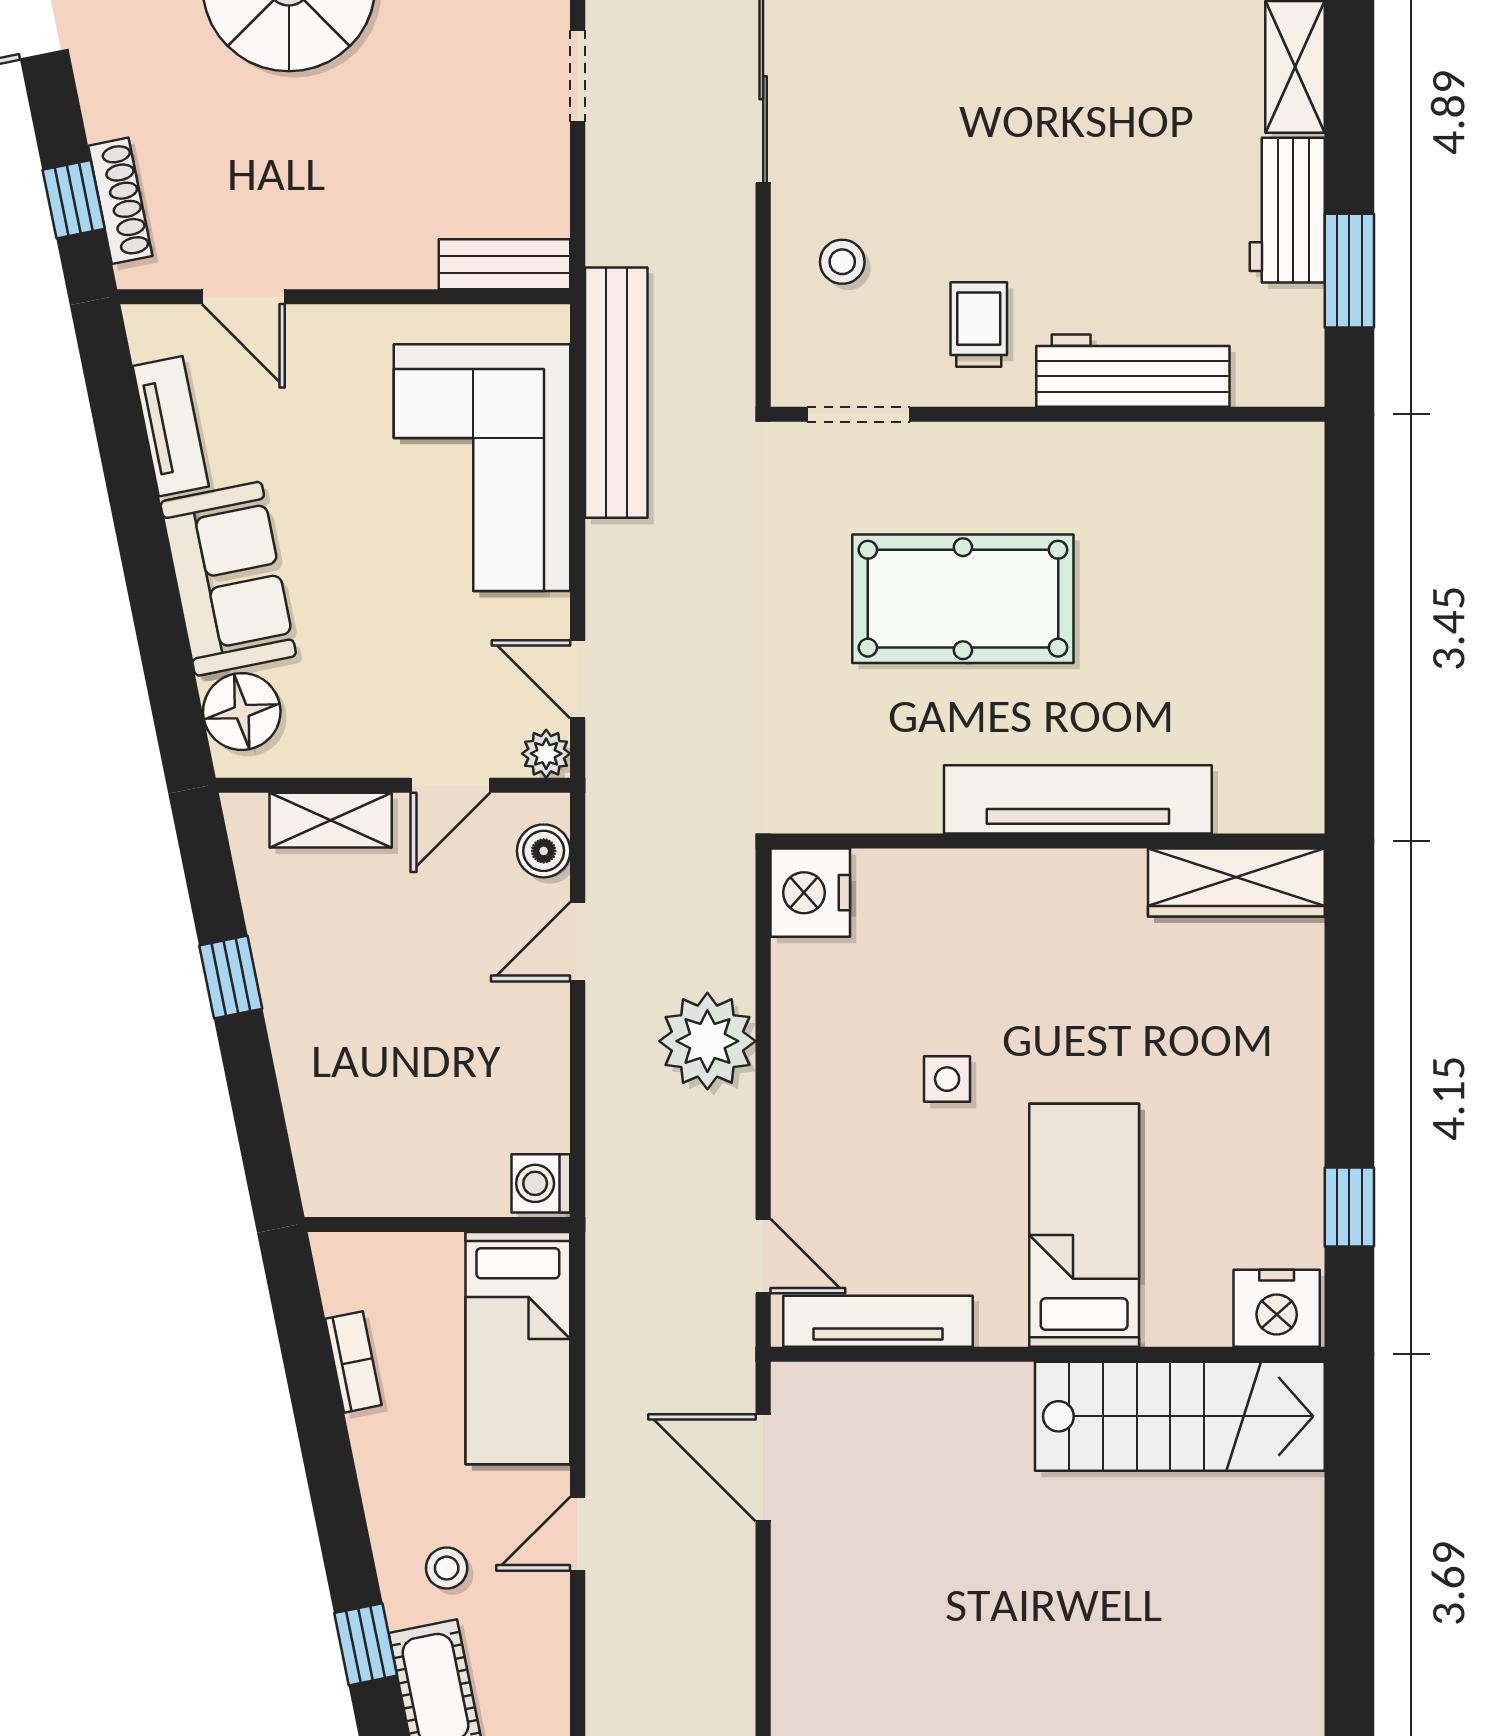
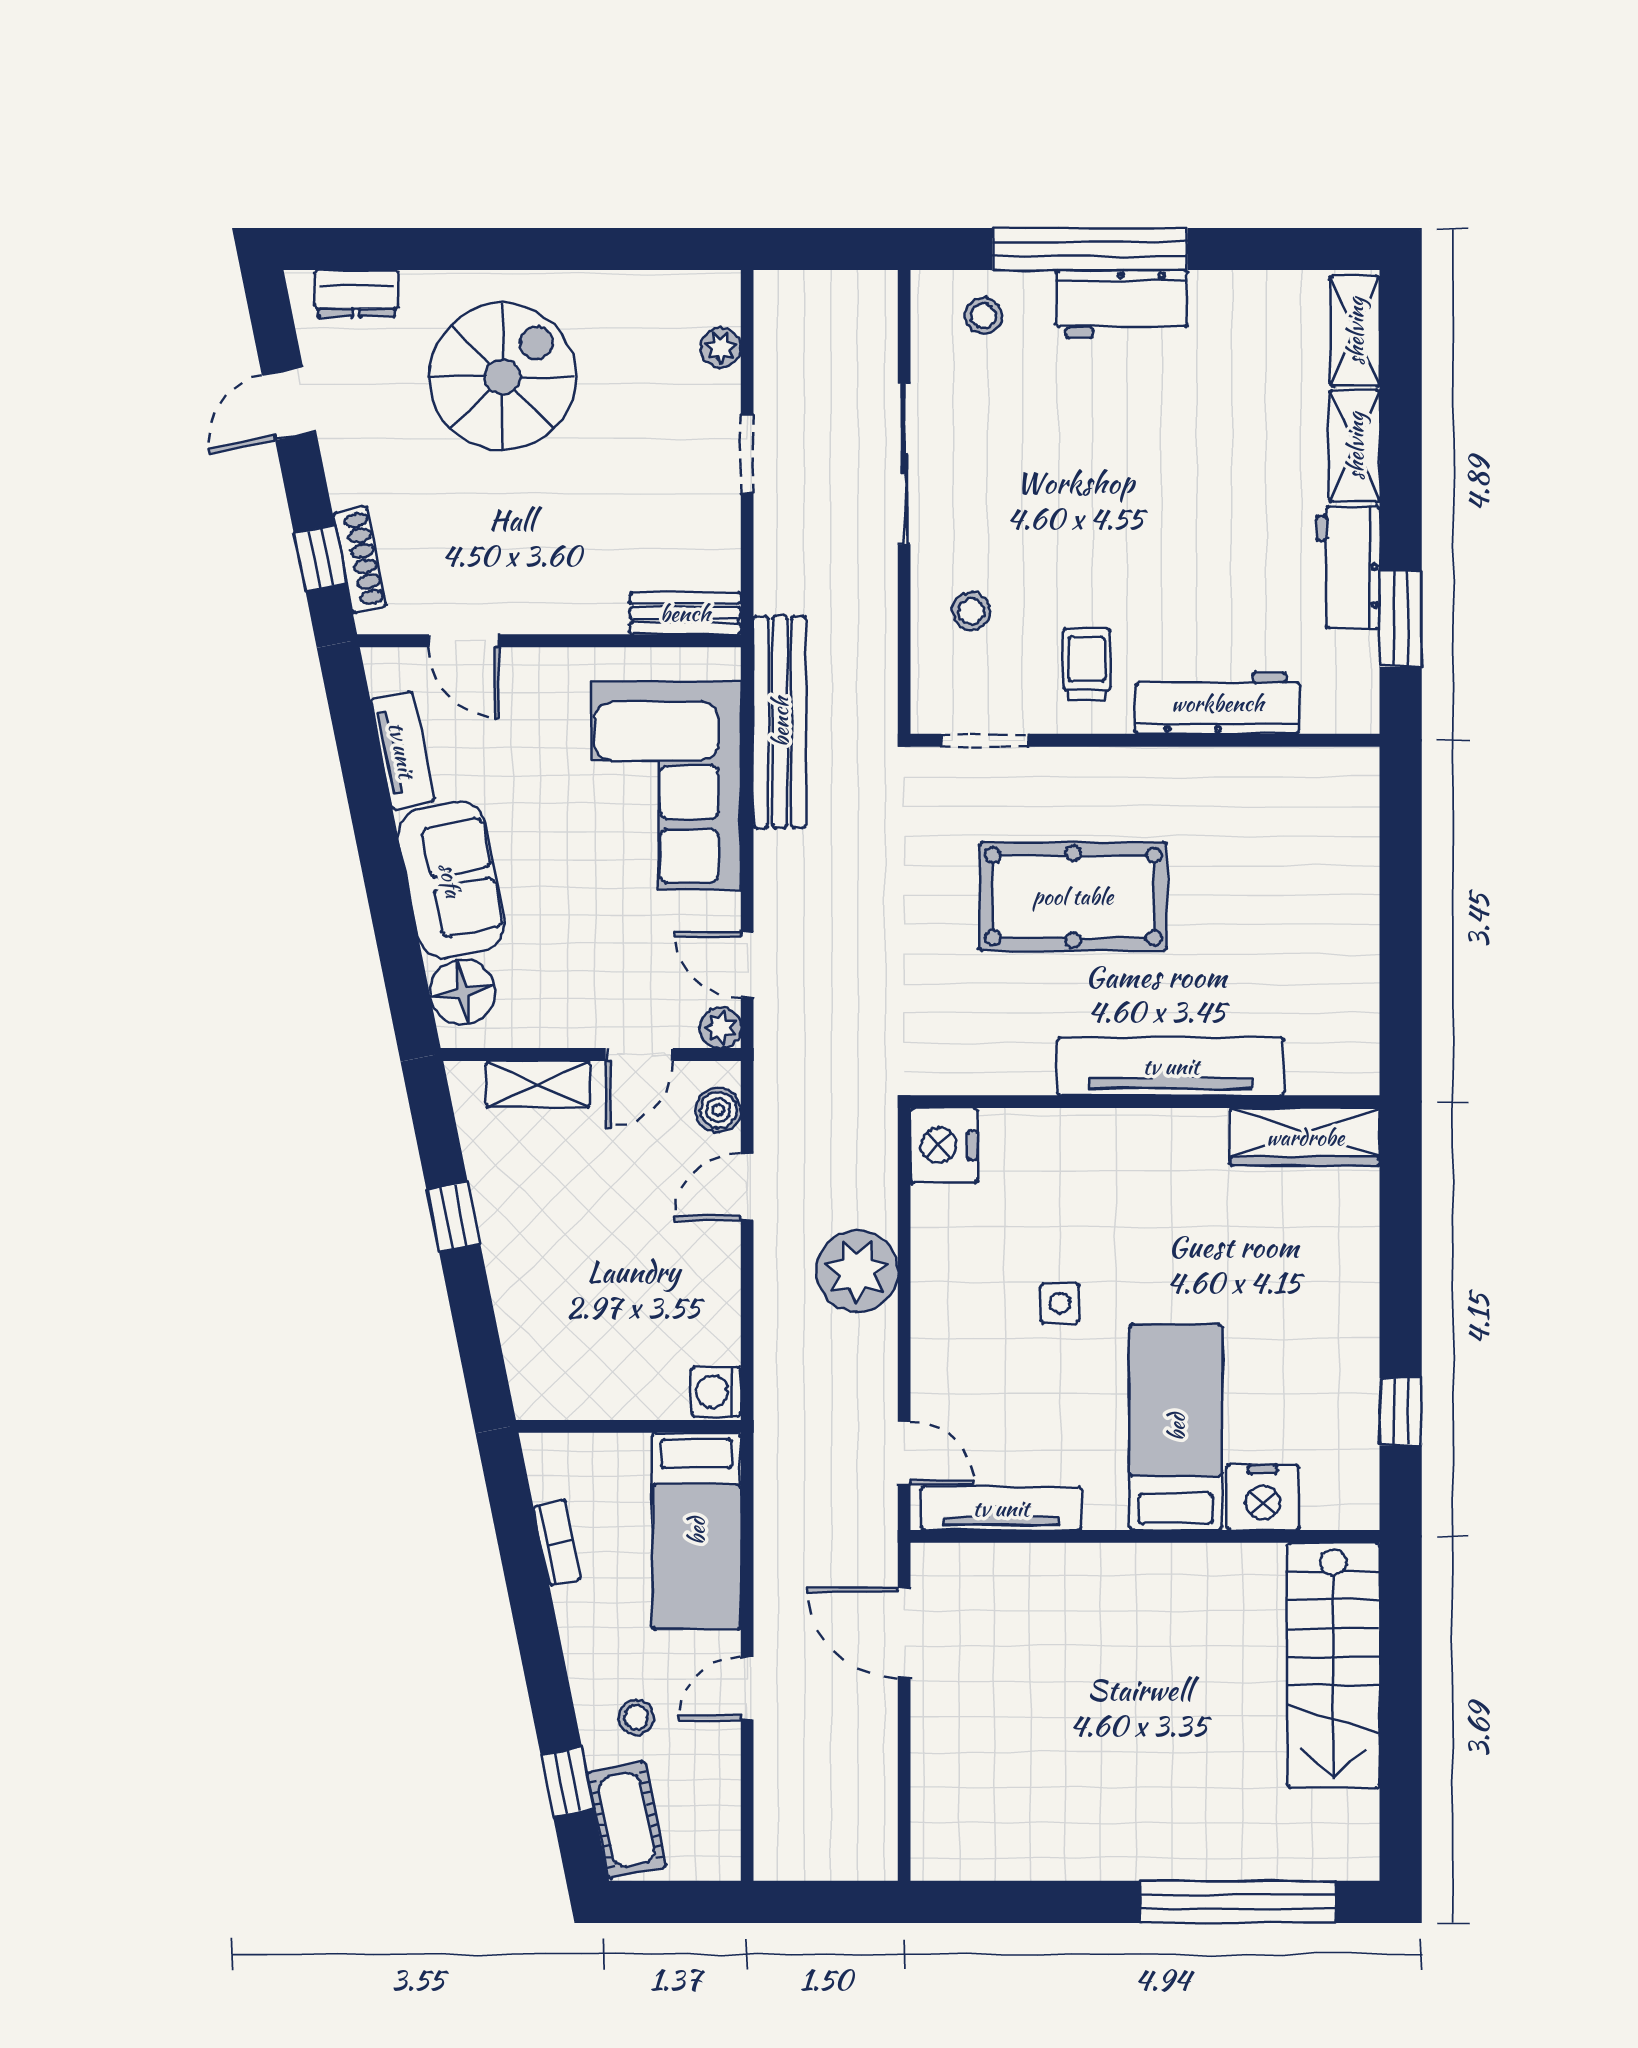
nightstand: (1277, 1308) -> (1263, 1497), moved
stairs: (1180, 1416) -> (1333, 1665), moved, turned 90

